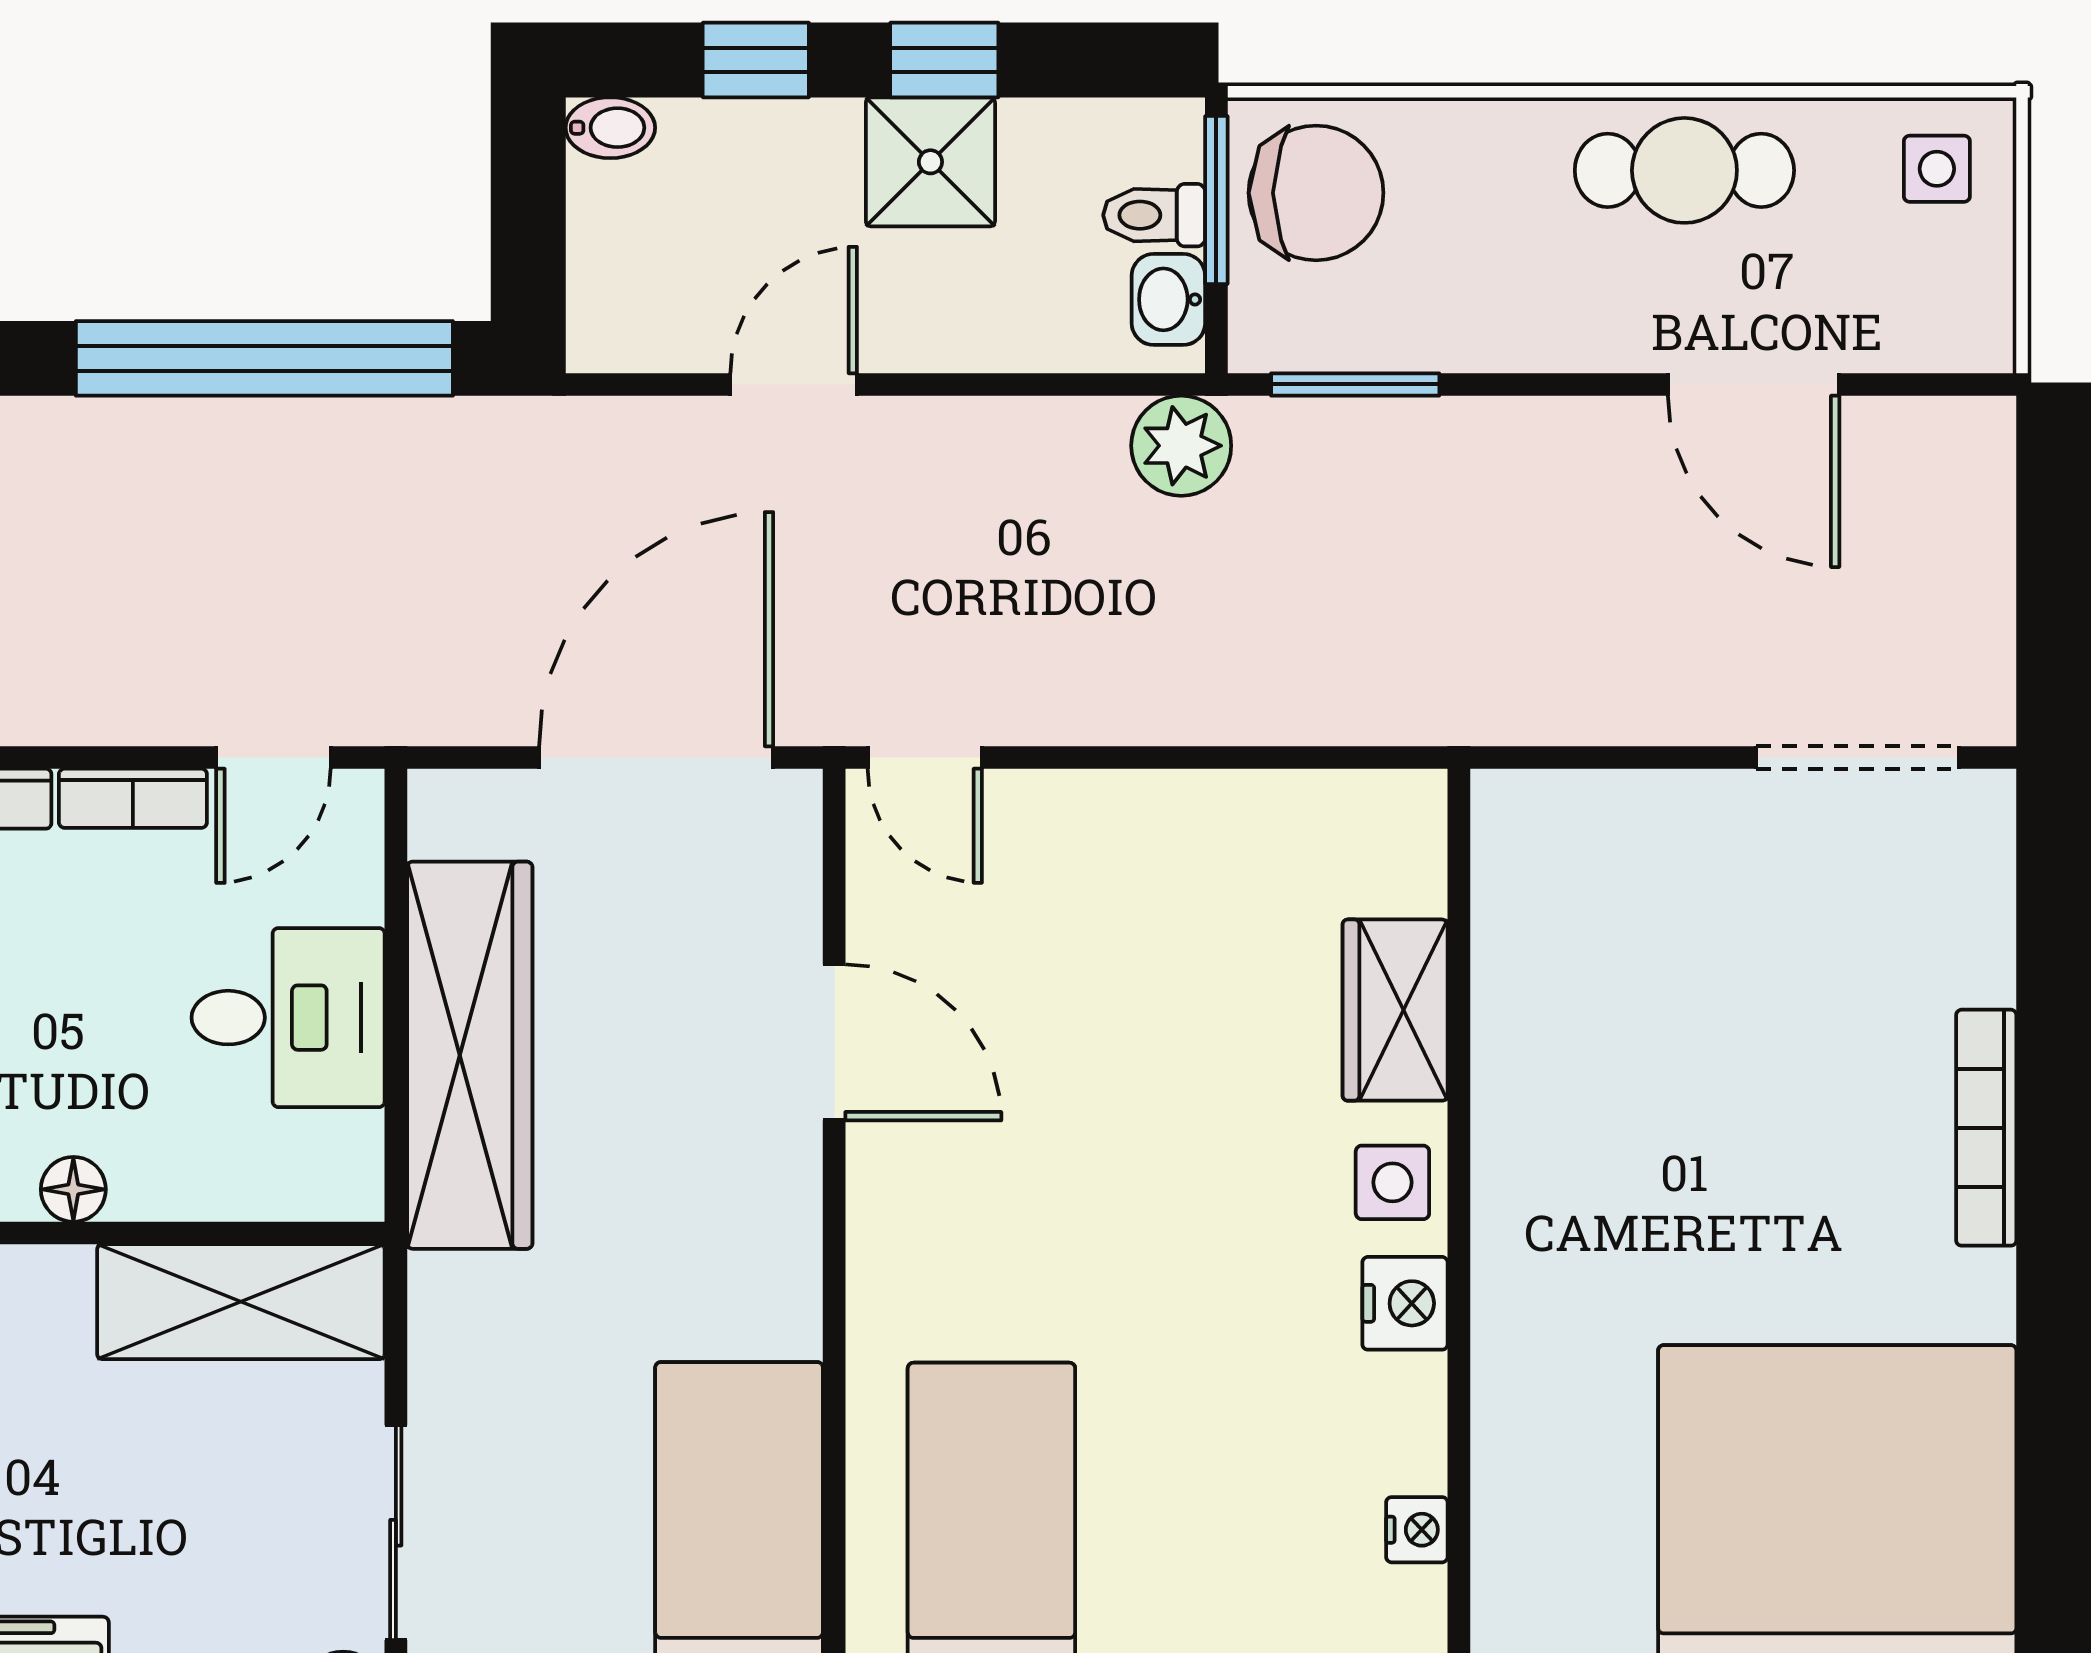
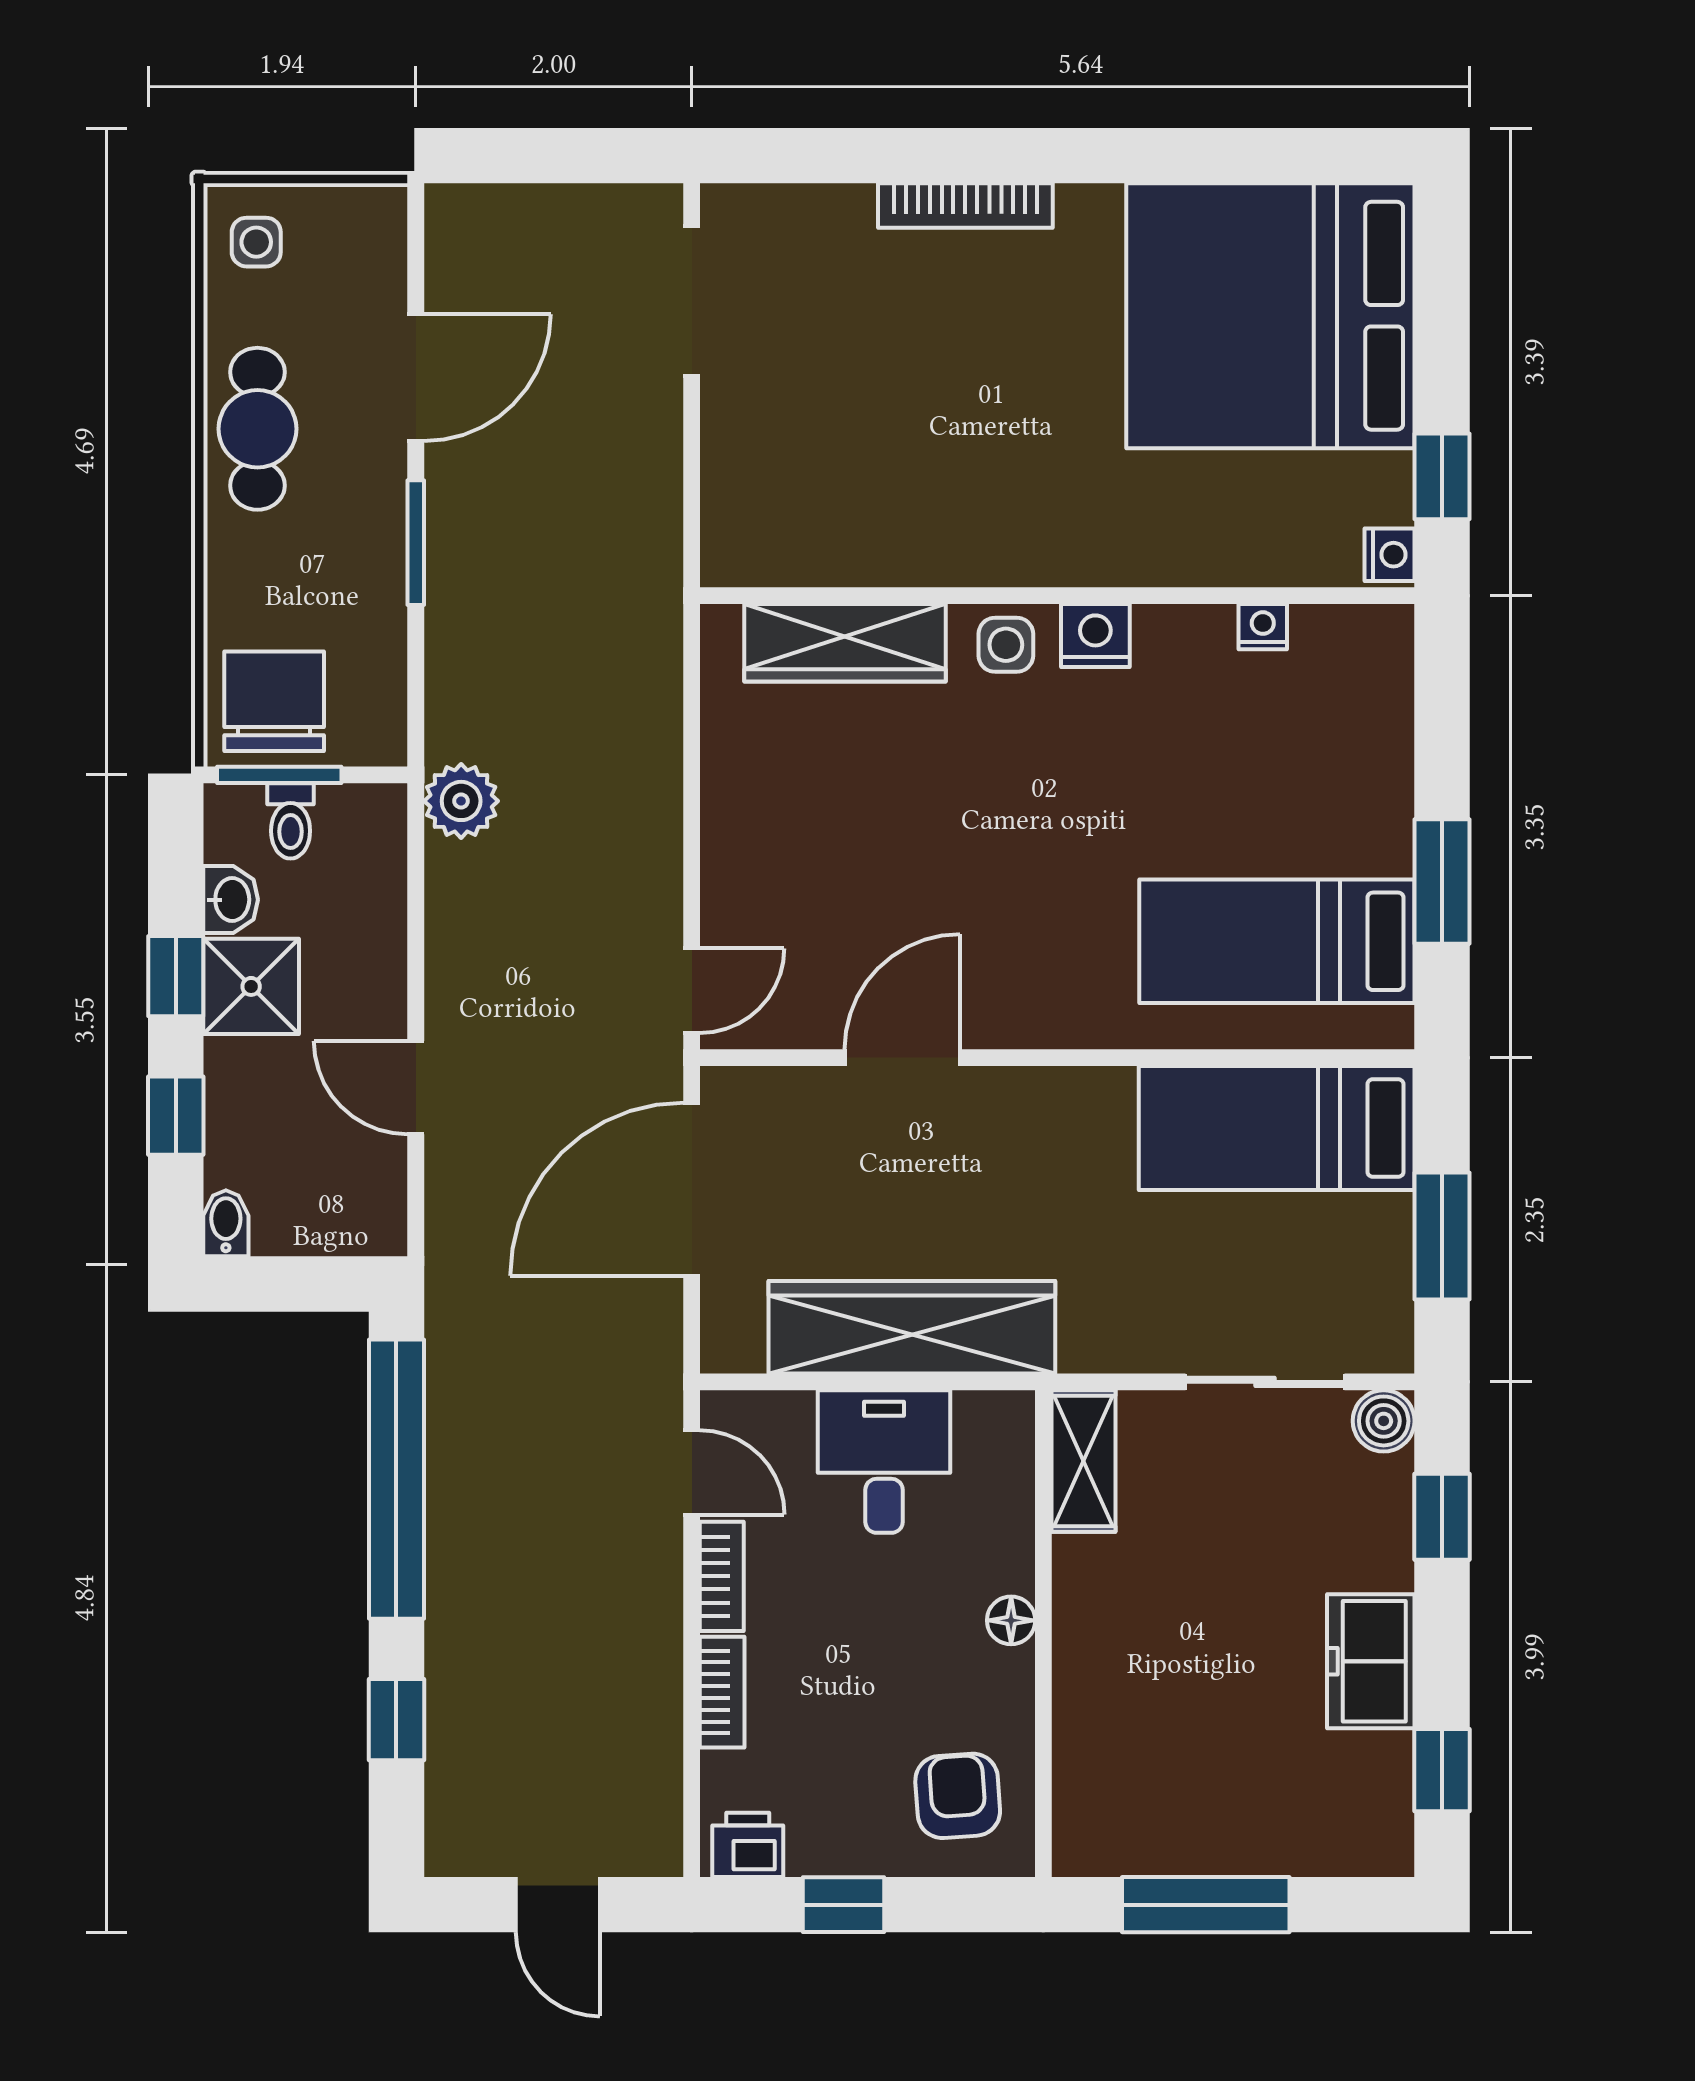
washbasin: (1168, 299) -> (231, 900), moved, turned -90
window: (1355, 384) -> (416, 543), moved
door: (656, 757) -> (692, 1189), hinge flipped
wardrobe: (1395, 1010) -> (845, 643), width x1.50
shelving: (241, 1302) -> (1084, 1461), width x0.67, depth x0.75

